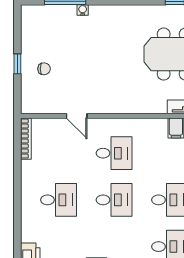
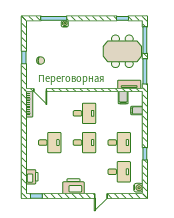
door: (77, 116) -> (40, 90), moved

